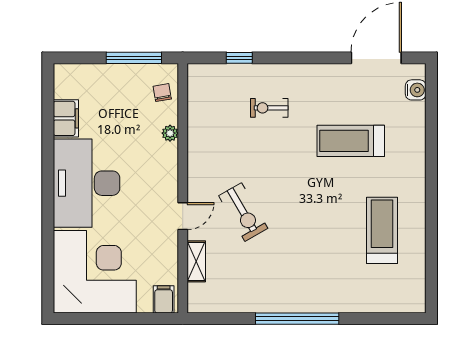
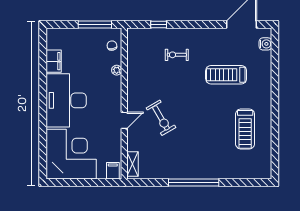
treadmill: (382, 230) -> (245, 129), turned 180
shelving: (196, 261) -> (133, 164), moved

